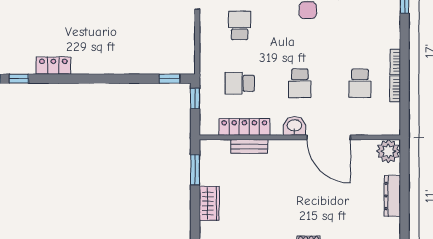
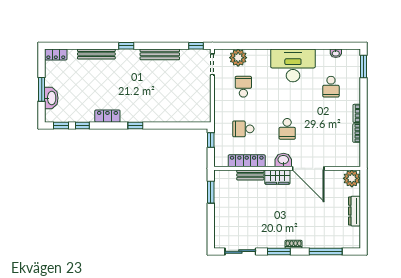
window: (170, 79) -> (135, 125), moved
school desk: (360, 83) -> (331, 87), moved
wardrobe: (209, 203) -> (277, 177), moved, turned 90

